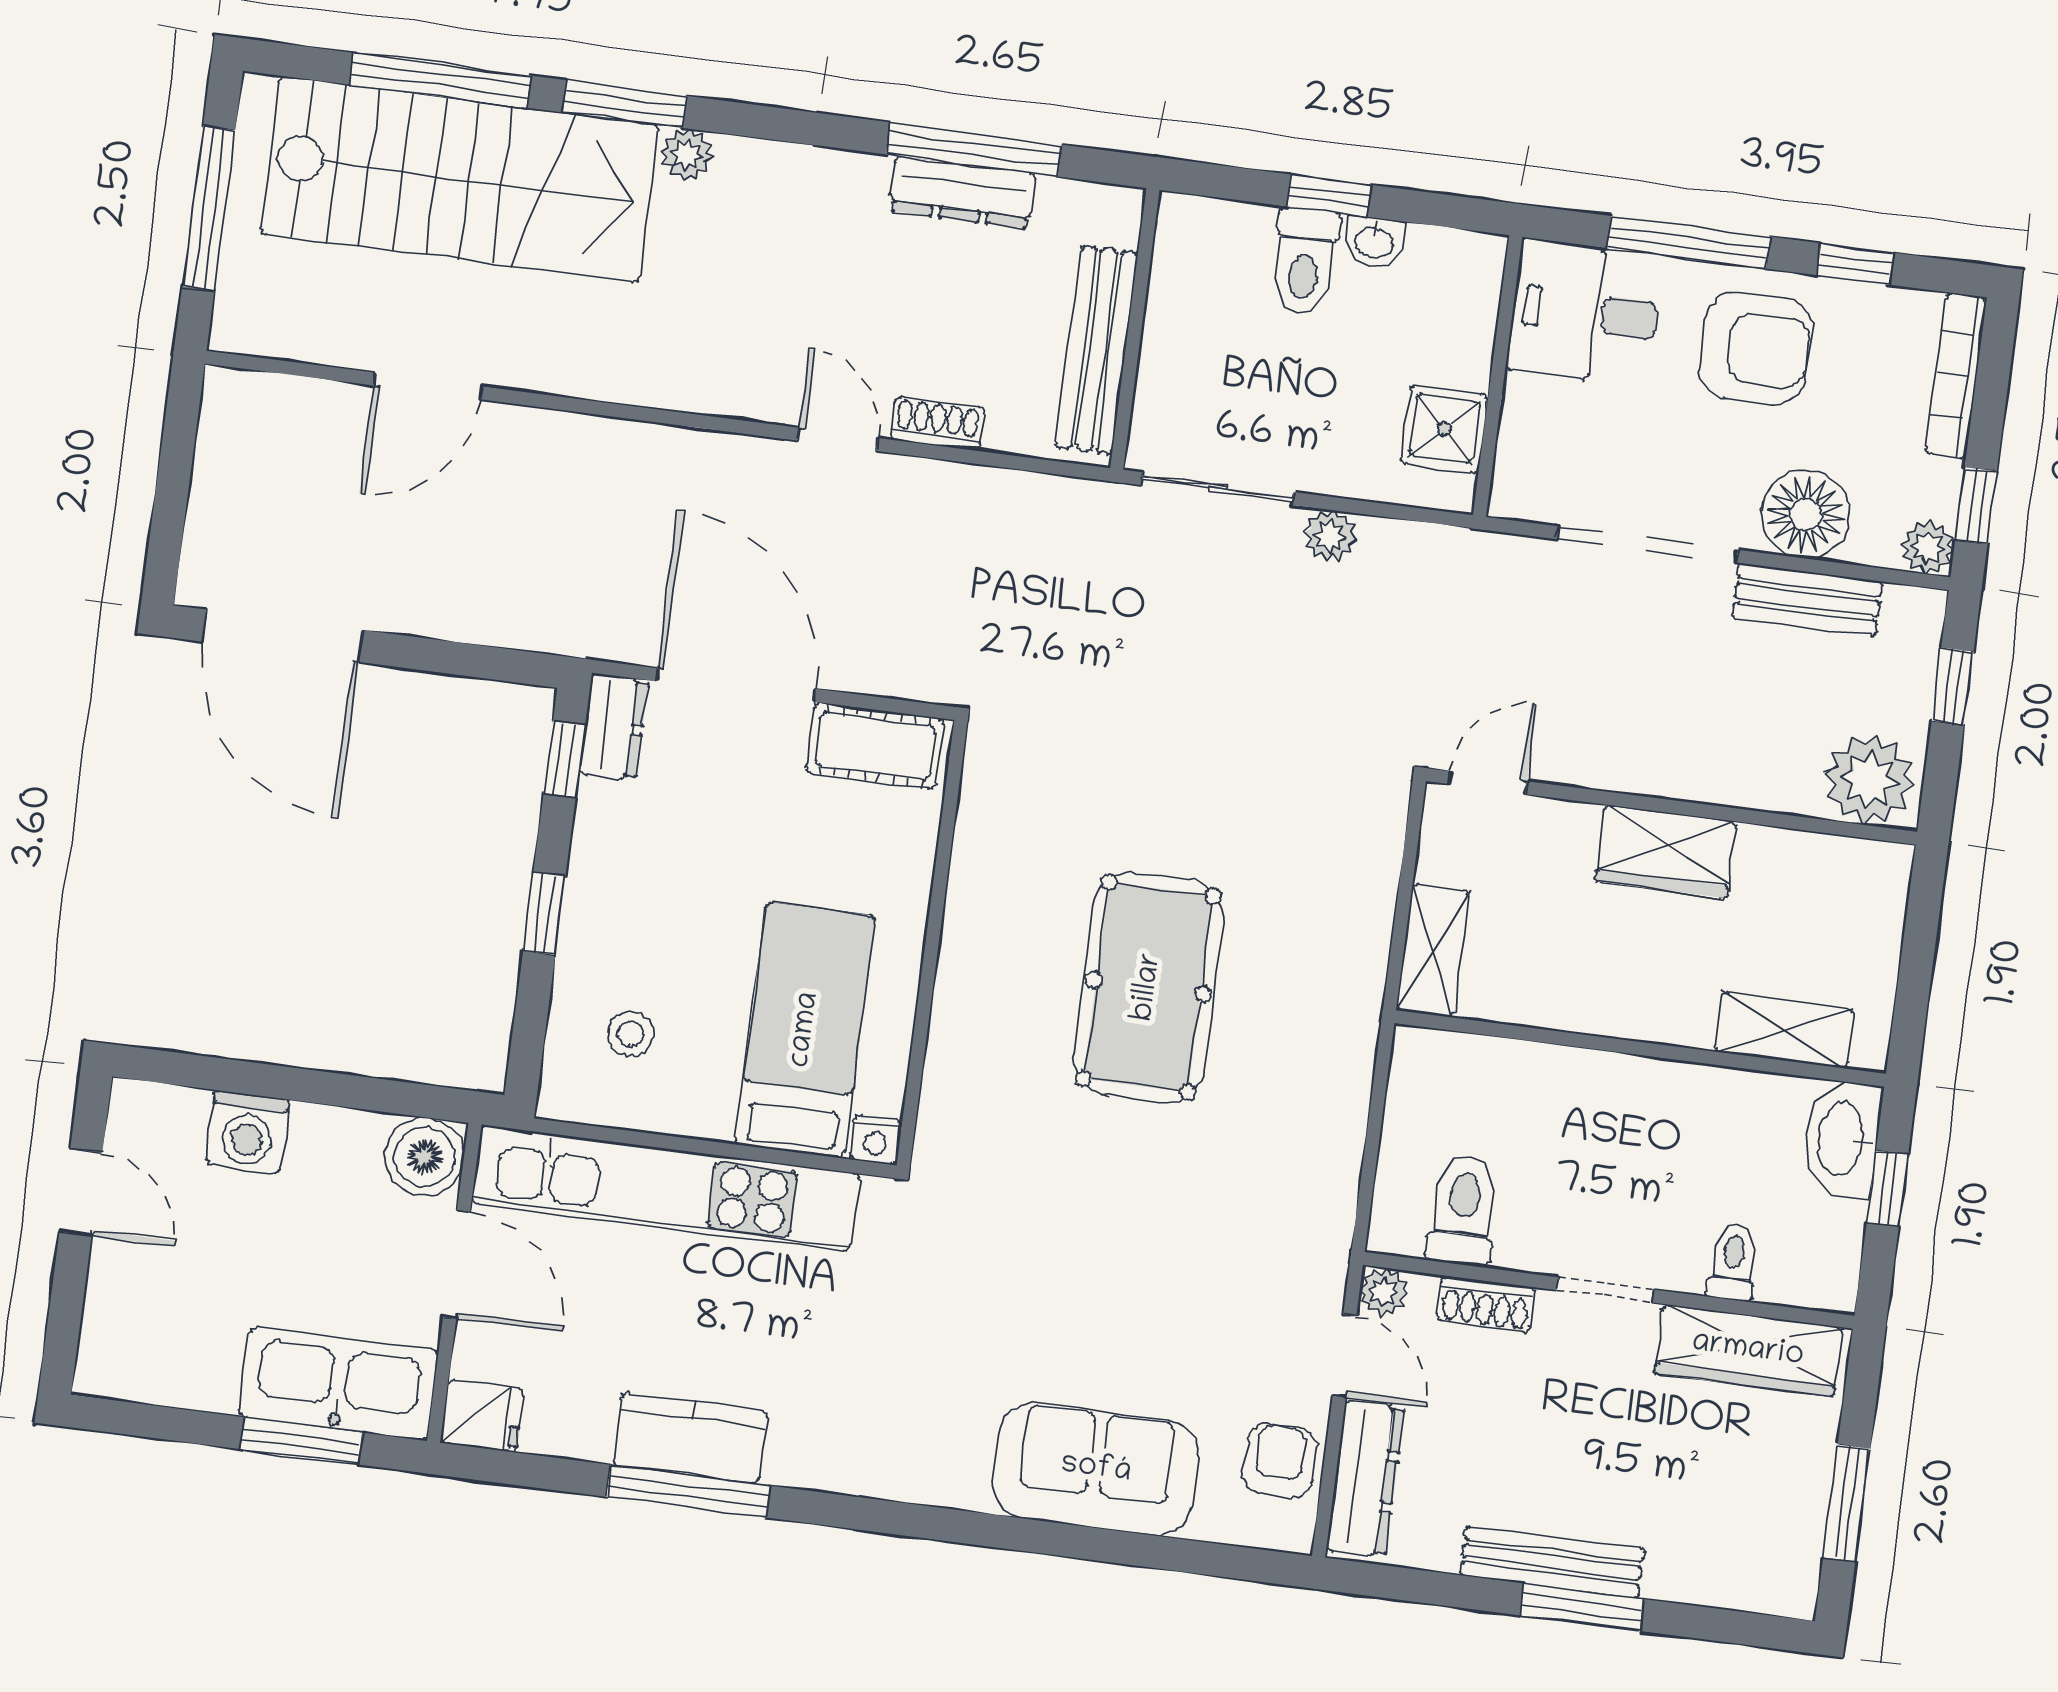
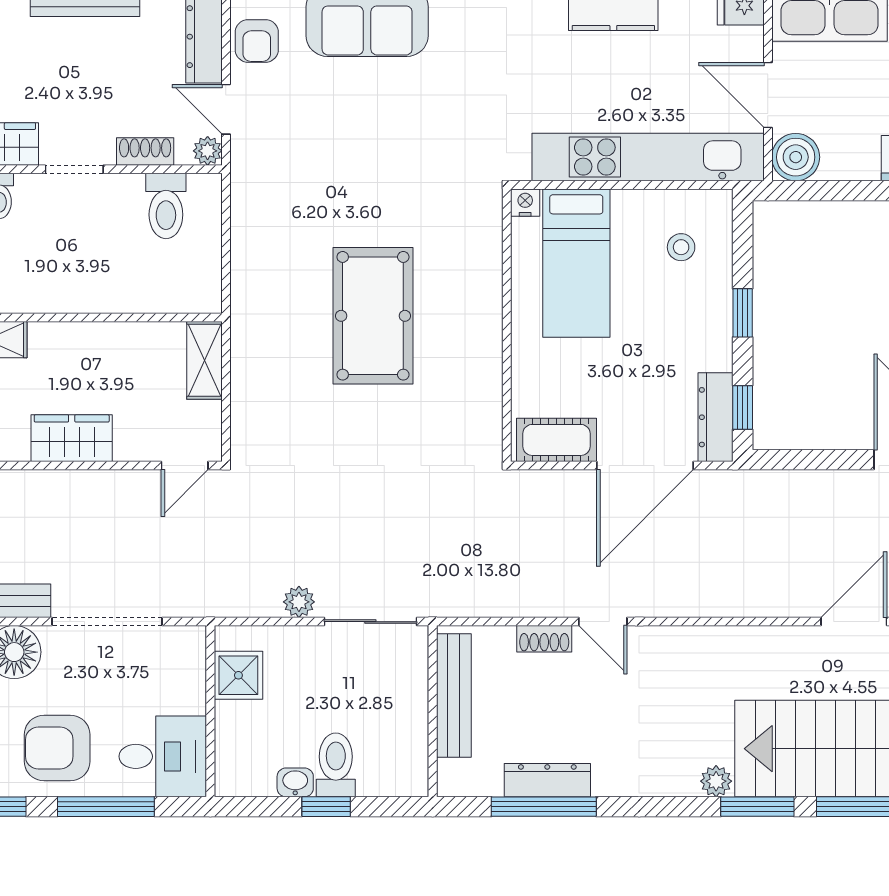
door: (736, 685) -> (645, 466), hinge flipped
dresser: (614, 727) -> (715, 417), width x1.44

